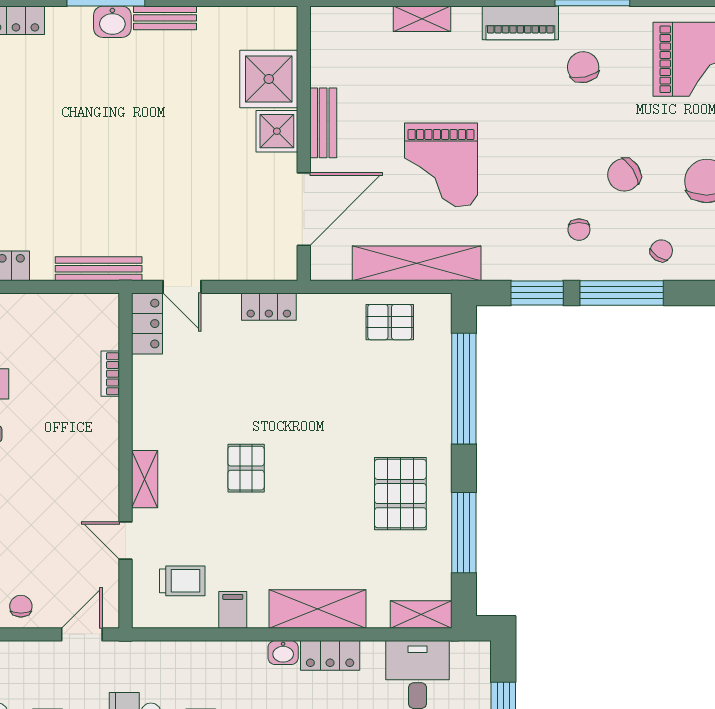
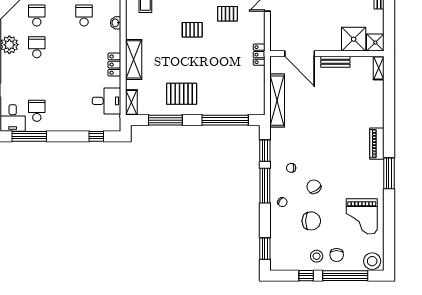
shelving: (422, 19) -> (379, 68), moved
chair: (583, 67) -> (359, 170), removed
shower: (277, 131) -> (375, 43), moved
grand piano: (441, 165) -> (318, 111), removed
locker: (269, 307) -> (259, 55), moved
pallet: (390, 322) -> (228, 14), moved, turned 90
filing cabinet: (233, 610) -> (133, 24), removed
washbasin: (283, 653) -> (116, 23), moved

